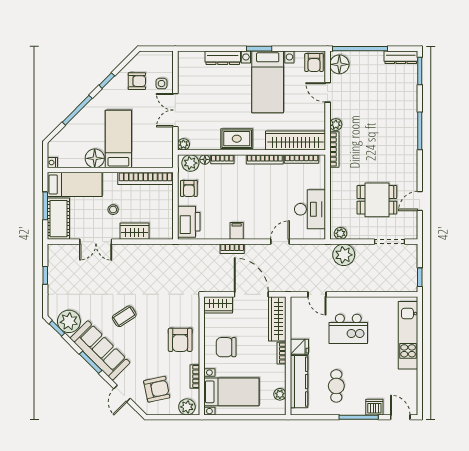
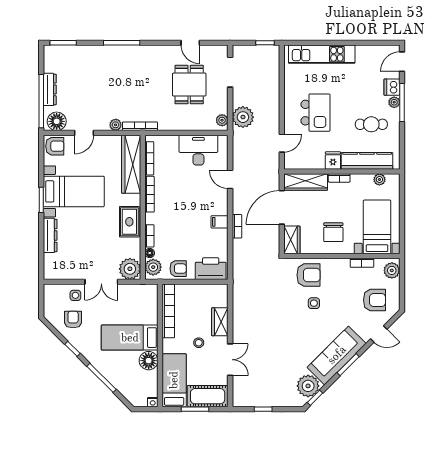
dresser: (401, 57) -> (50, 89), moved
plant: (183, 144) -> (130, 269), width x1.88, depth x1.88
coffee table: (124, 316) -> (303, 332), removed
side table: (154, 327) -> (314, 303), added
armchair: (180, 340) -> (309, 275), moved
armchair: (157, 389) -> (374, 300), turned 102
plant: (359, 409) -> (394, 102), added

